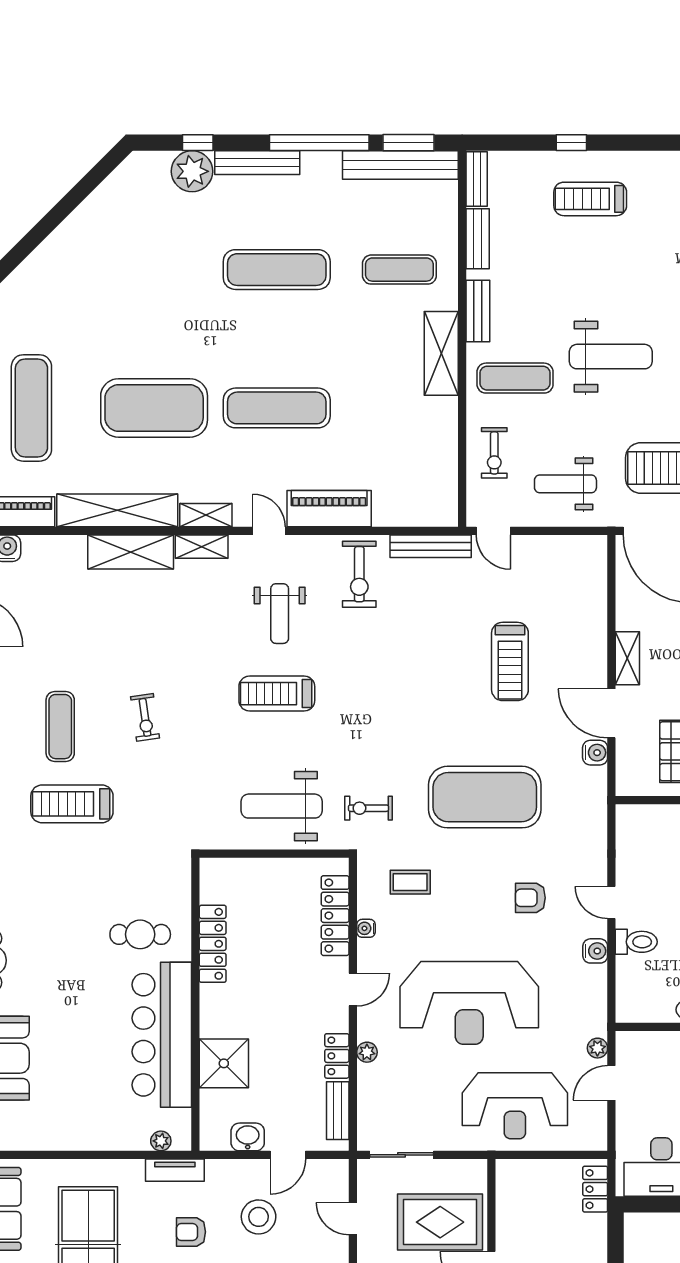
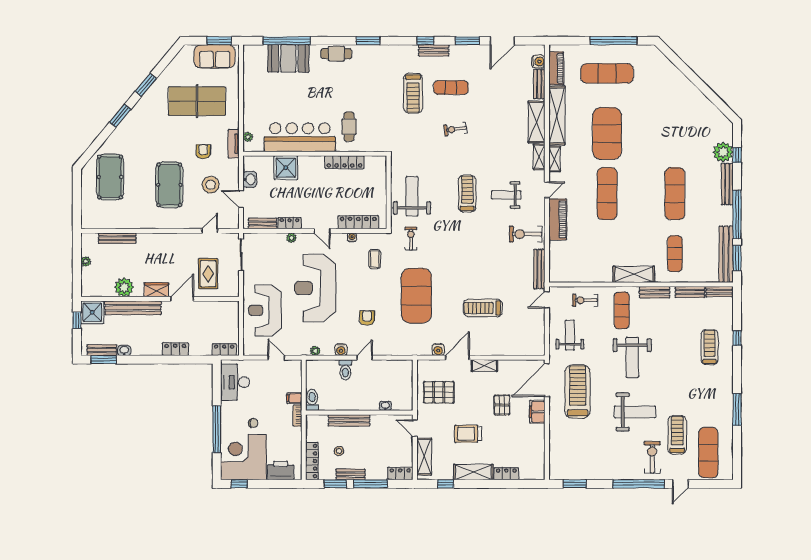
bench: (53, 546) -> (539, 84), added
treadmill: (72, 804) -> (413, 93), turned 180
plant: (597, 1048) -> (315, 351), moved
rug: (440, 1222) -> (208, 274), width x0.73, depth x0.70

